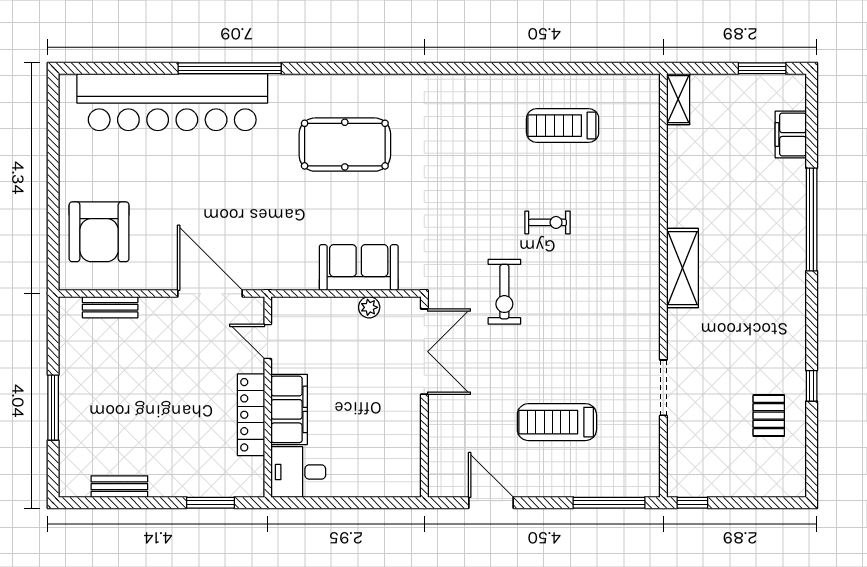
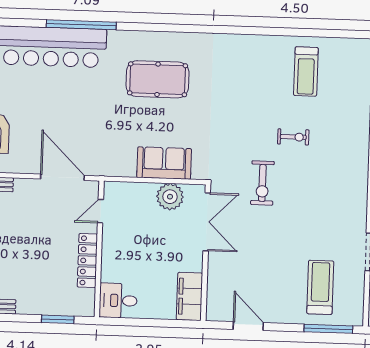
treadmill: (563, 126) -> (306, 72), turned -90
plant: (369, 307) -> (170, 197), width x1.88, depth x1.88
door: (268, 342) -> (100, 211), hinge flipped
filing cabinet: (289, 409) -> (190, 296), moved, turned 180
treadmill: (557, 422) -> (320, 287), moved, turned 90

